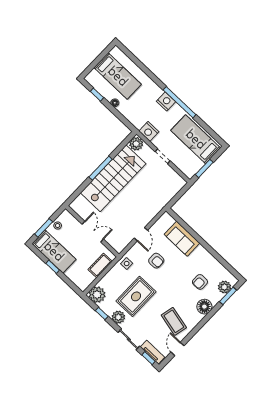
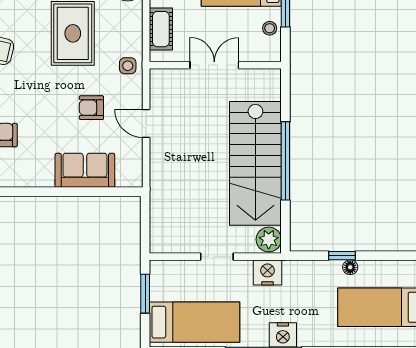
window: (97, 95) -> (342, 256), moved
window: (101, 168) -> (285, 161), width x1.46
double door: (93, 232) -> (214, 65), swing flipped

